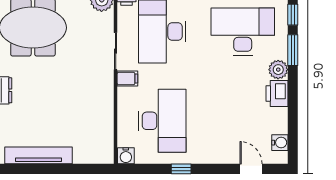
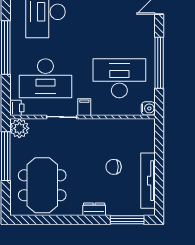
chair: (55, 114) -> (114, 167), added
window: (181, 169) -> (159, 63), width x3.17

